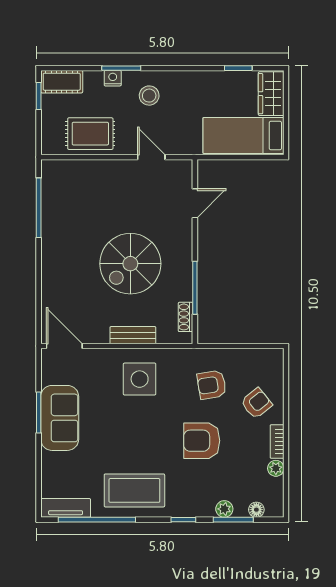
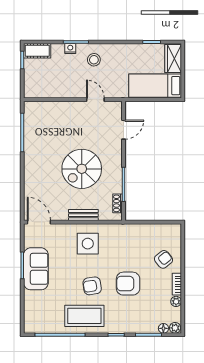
rug: (90, 134) -> (56, 84), removed
armchair: (212, 385) -> (92, 286), moved
tv unit: (66, 508) -> (40, 327), removed
plant: (224, 509) -> (175, 328), moved

